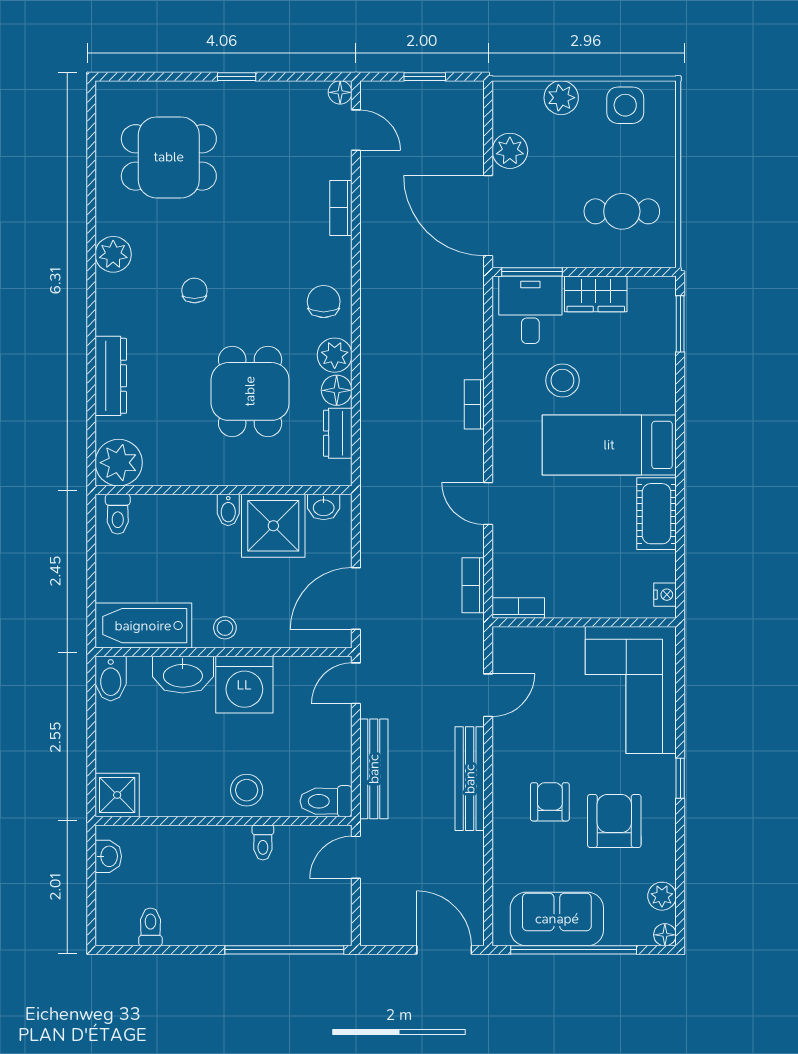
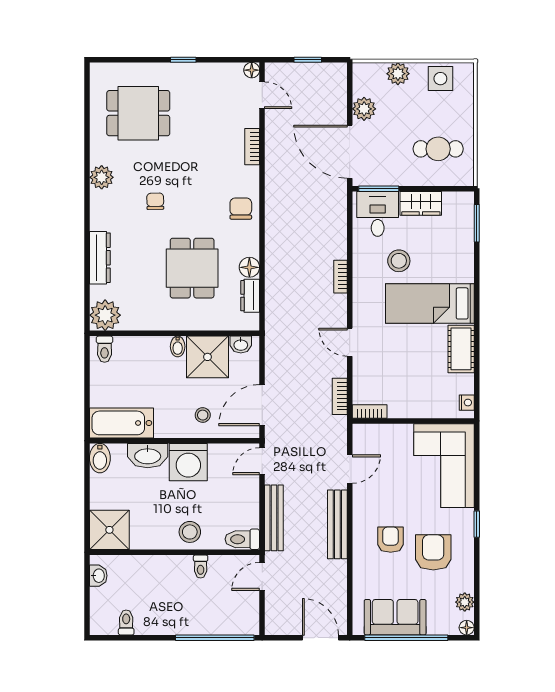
plant: (335, 355) -> (248, 244), removed
stool: (225, 628) -> (203, 415), moved
shower: (117, 795) -> (109, 530), width x1.36, depth x1.36

